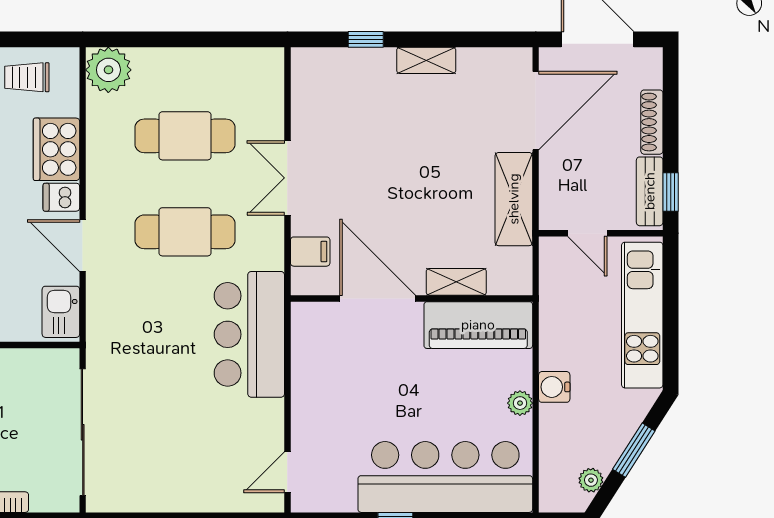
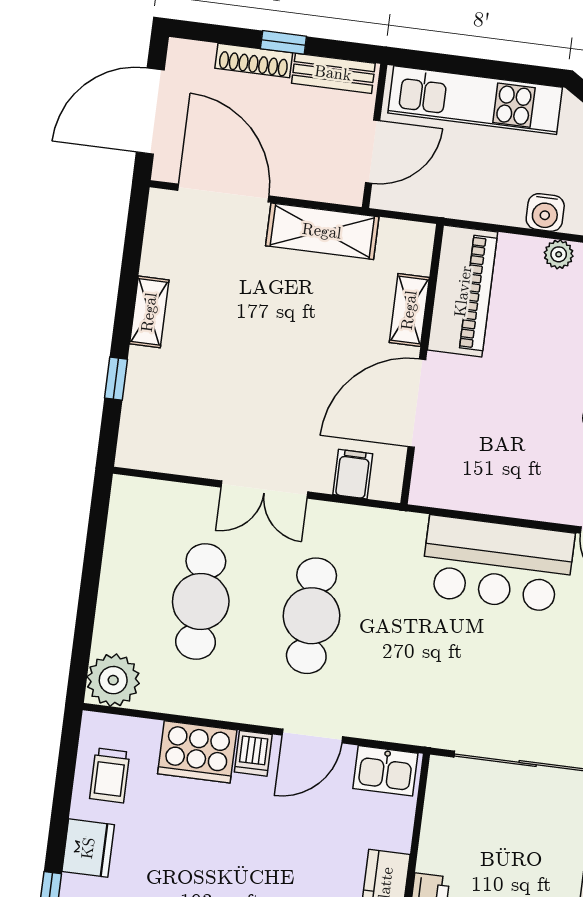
window: (671, 192) -> (283, 42), moved
door: (587, 233) -> (373, 152), width x1.38
bar counter: (249, 334) -> (497, 564), moved

